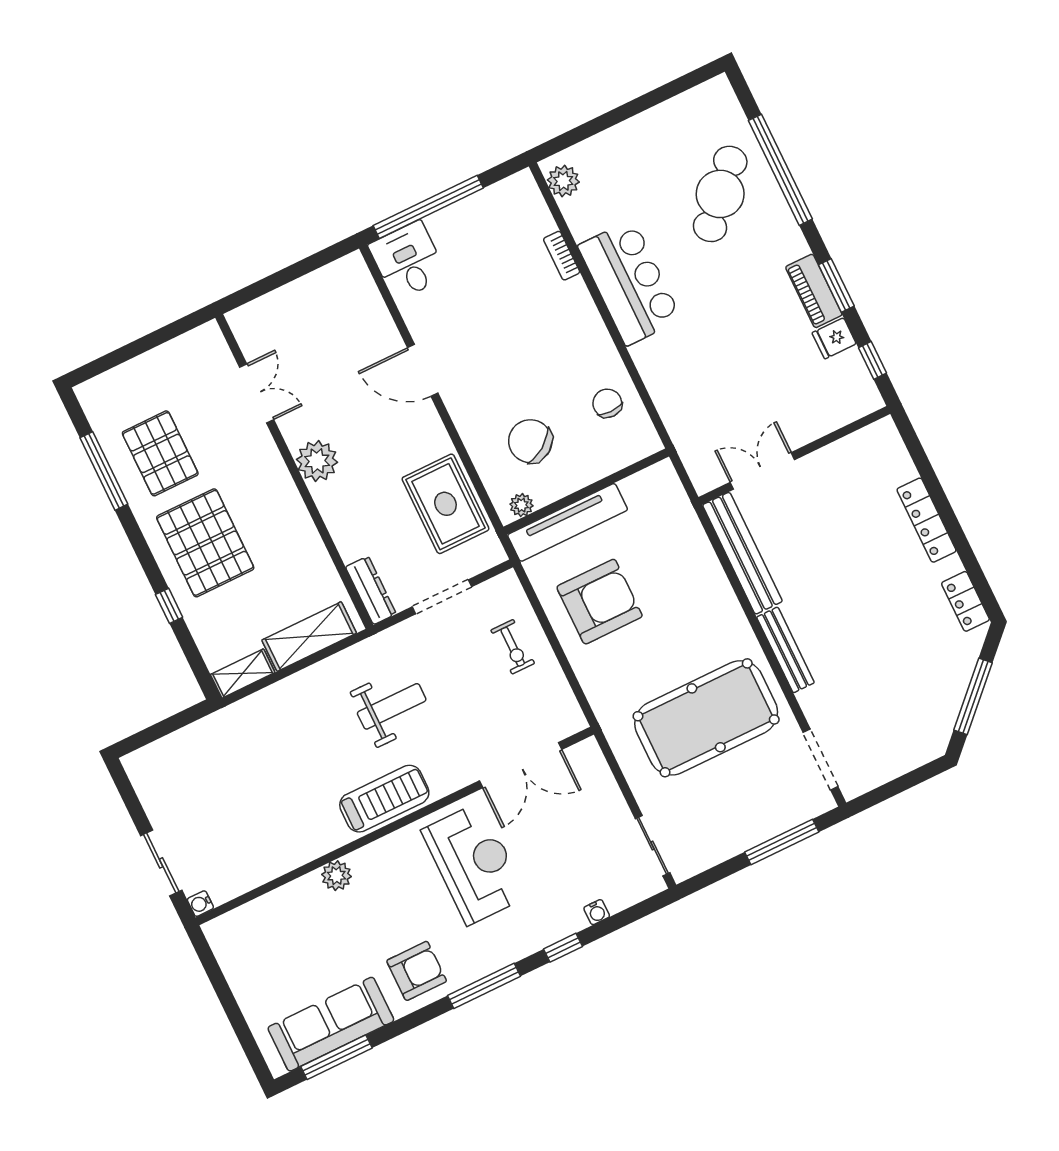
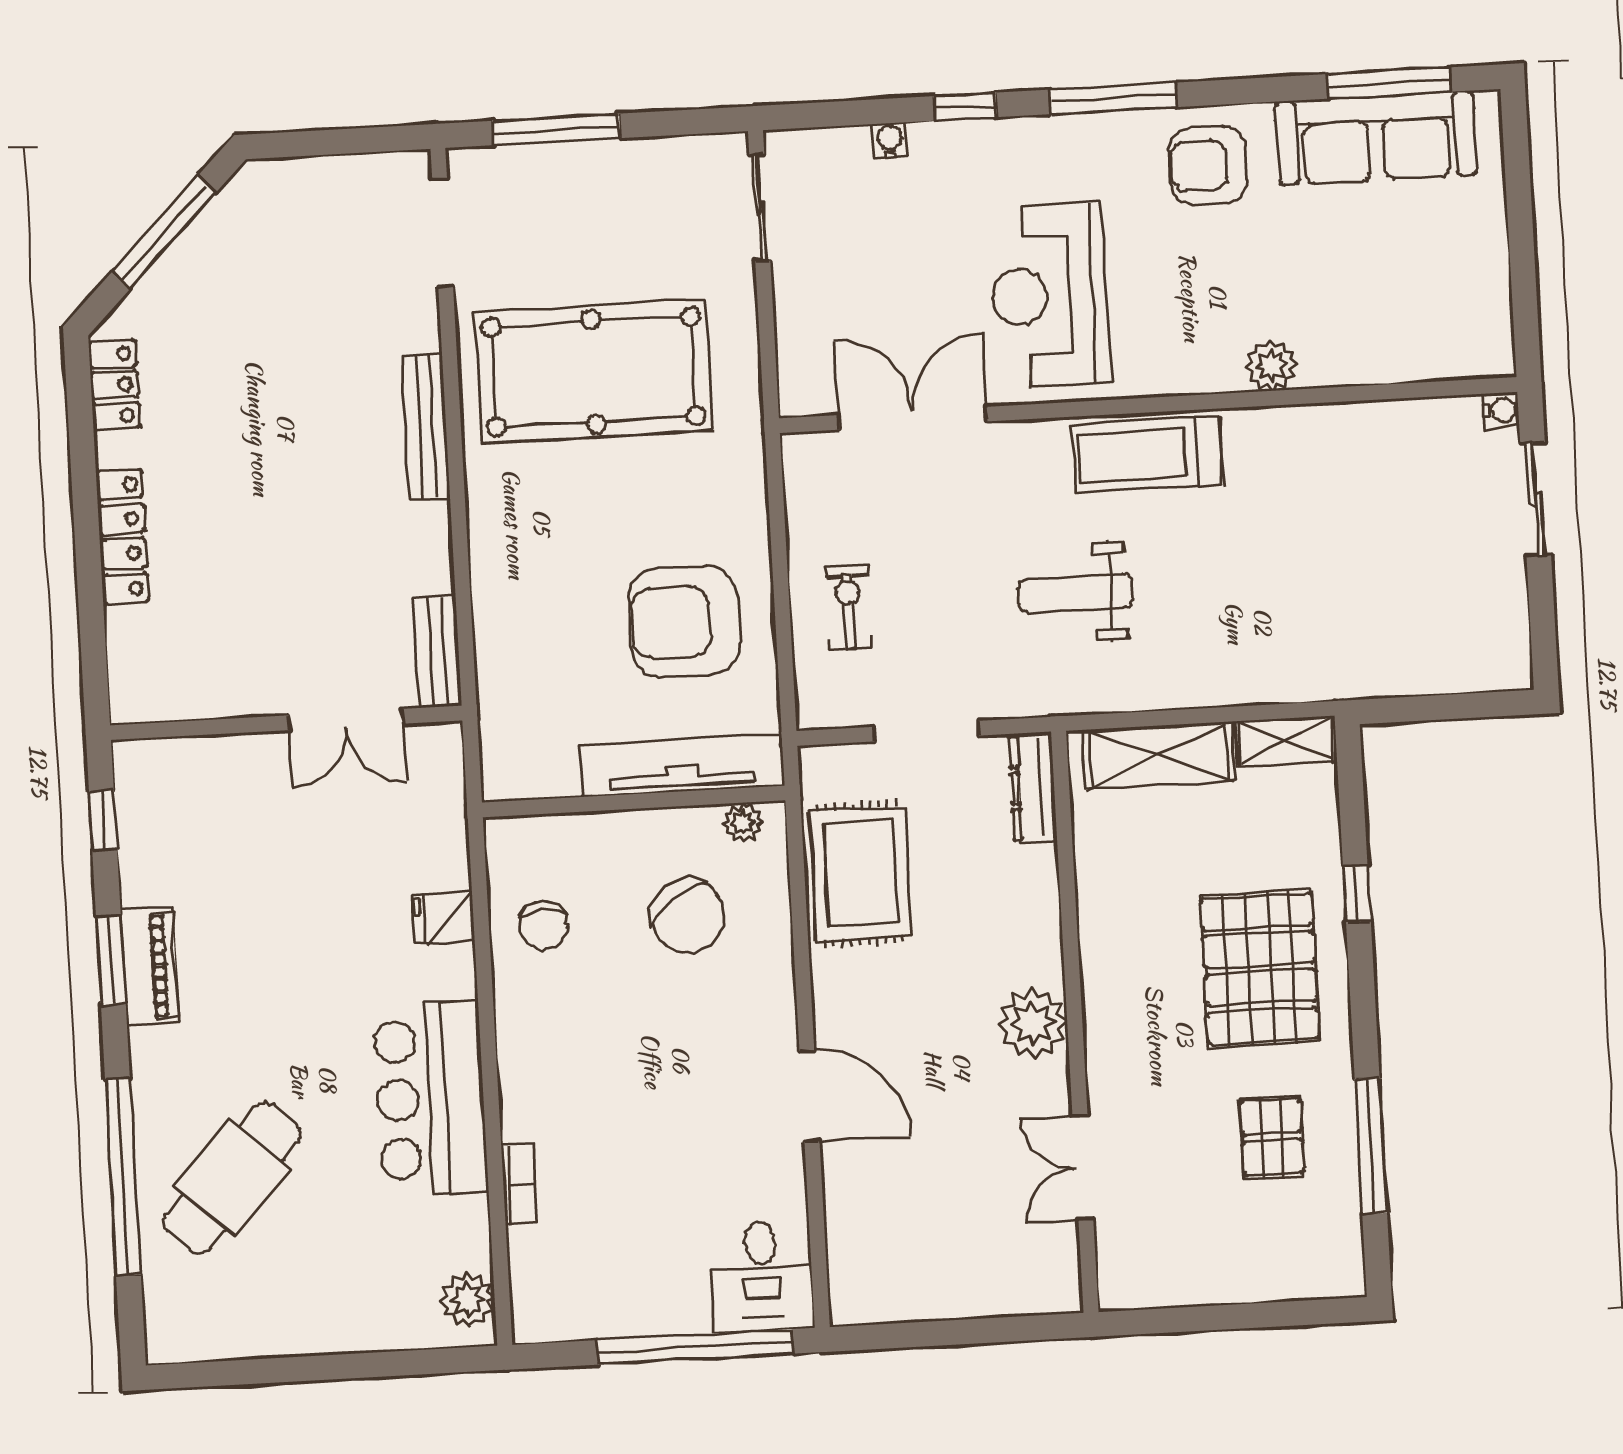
fridge: (834, 338) -> (444, 918), moved, turned 180
pallet: (160, 453) -> (1272, 1137), width x0.67, depth x0.71
bench: (742, 553) -> (438, 652), width x0.54, depth x0.82

